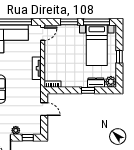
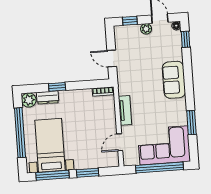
door: (43, 34) -> (120, 142), moved
window: (119, 57) -> (20, 133), width x3.17

